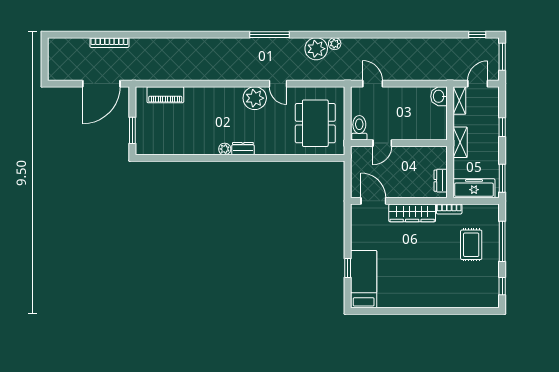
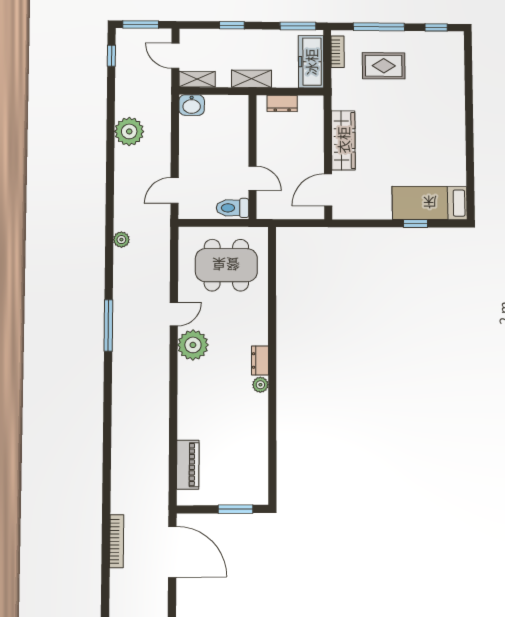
plant: (316, 49) -> (129, 131), moved
dresser: (441, 181) -> (282, 104), moved
bookcase: (449, 209) -> (338, 52), moved

